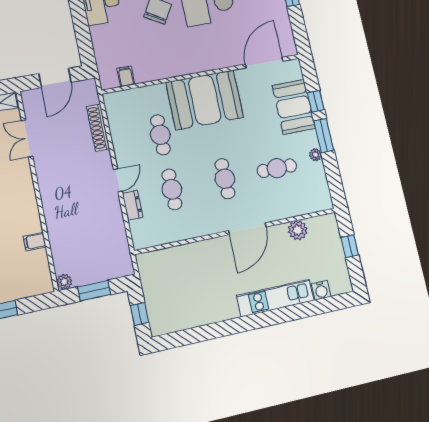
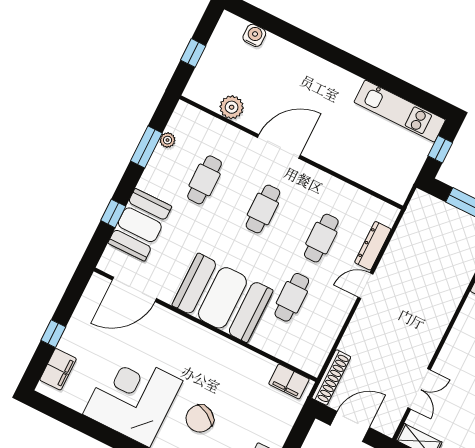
filing cabinet: (126, 76) -> (289, 382), width x2.00
shoe rack: (98, 128) -> (331, 377), moved
window: (324, 136) -> (146, 147), moved
plant: (315, 155) -> (168, 140), moved
cafe table: (277, 168) -> (205, 180), turned 90
dresser: (133, 205) -> (373, 246), width x1.44
kitchen unit: (275, 298) -> (400, 111), moved

